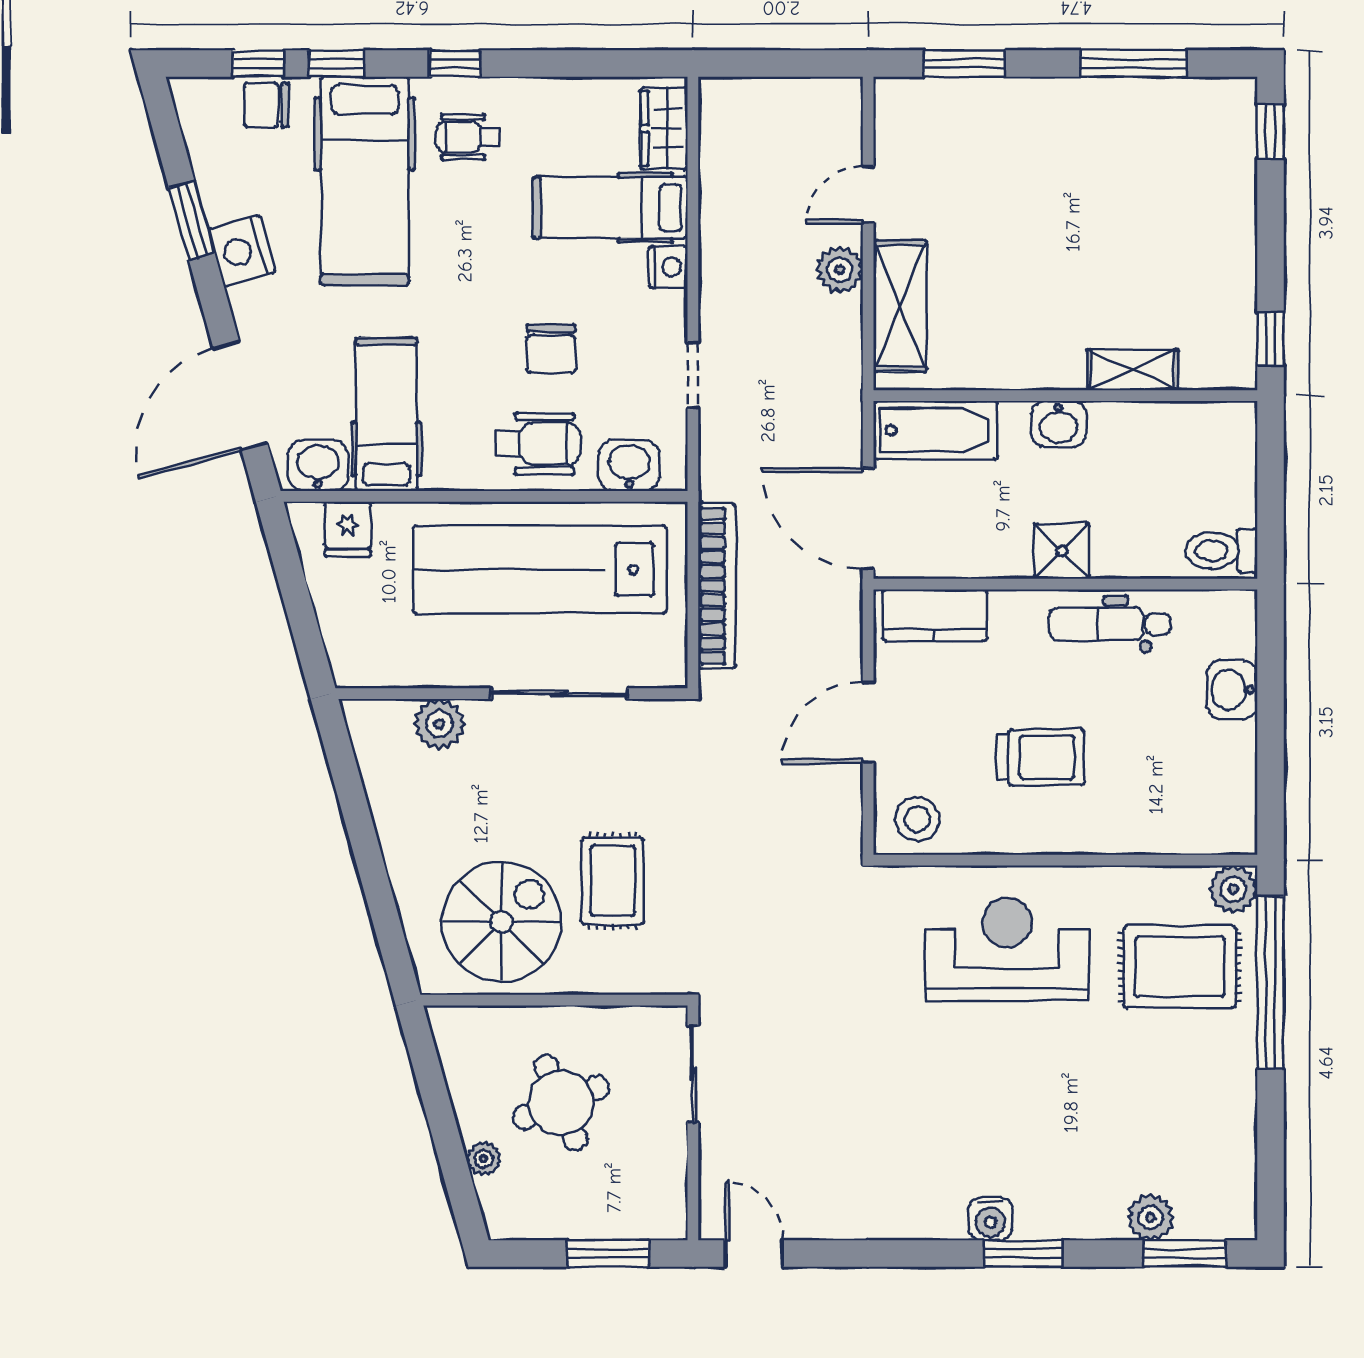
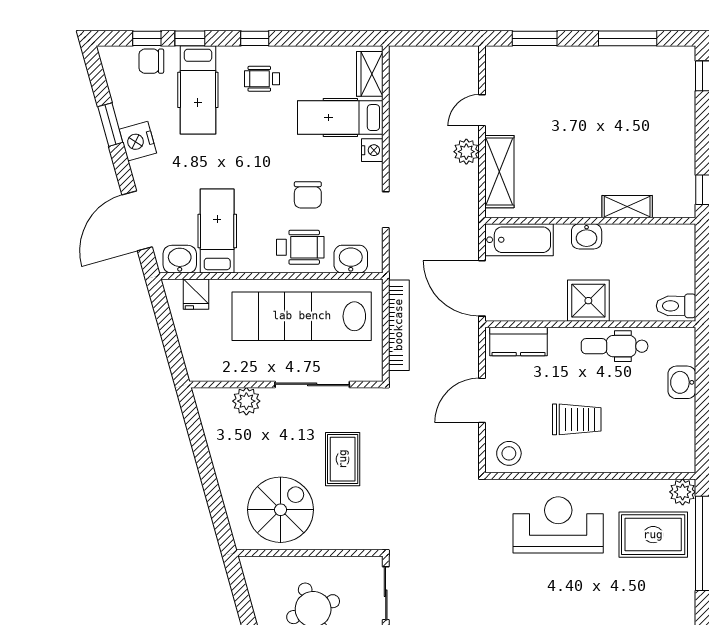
hospital bed: (365, 181) -> (198, 90), width x0.73, depth x0.78
shower: (1062, 551) -> (588, 301), width x1.36, depth x1.36
rug: (613, 881) -> (343, 459), moved

